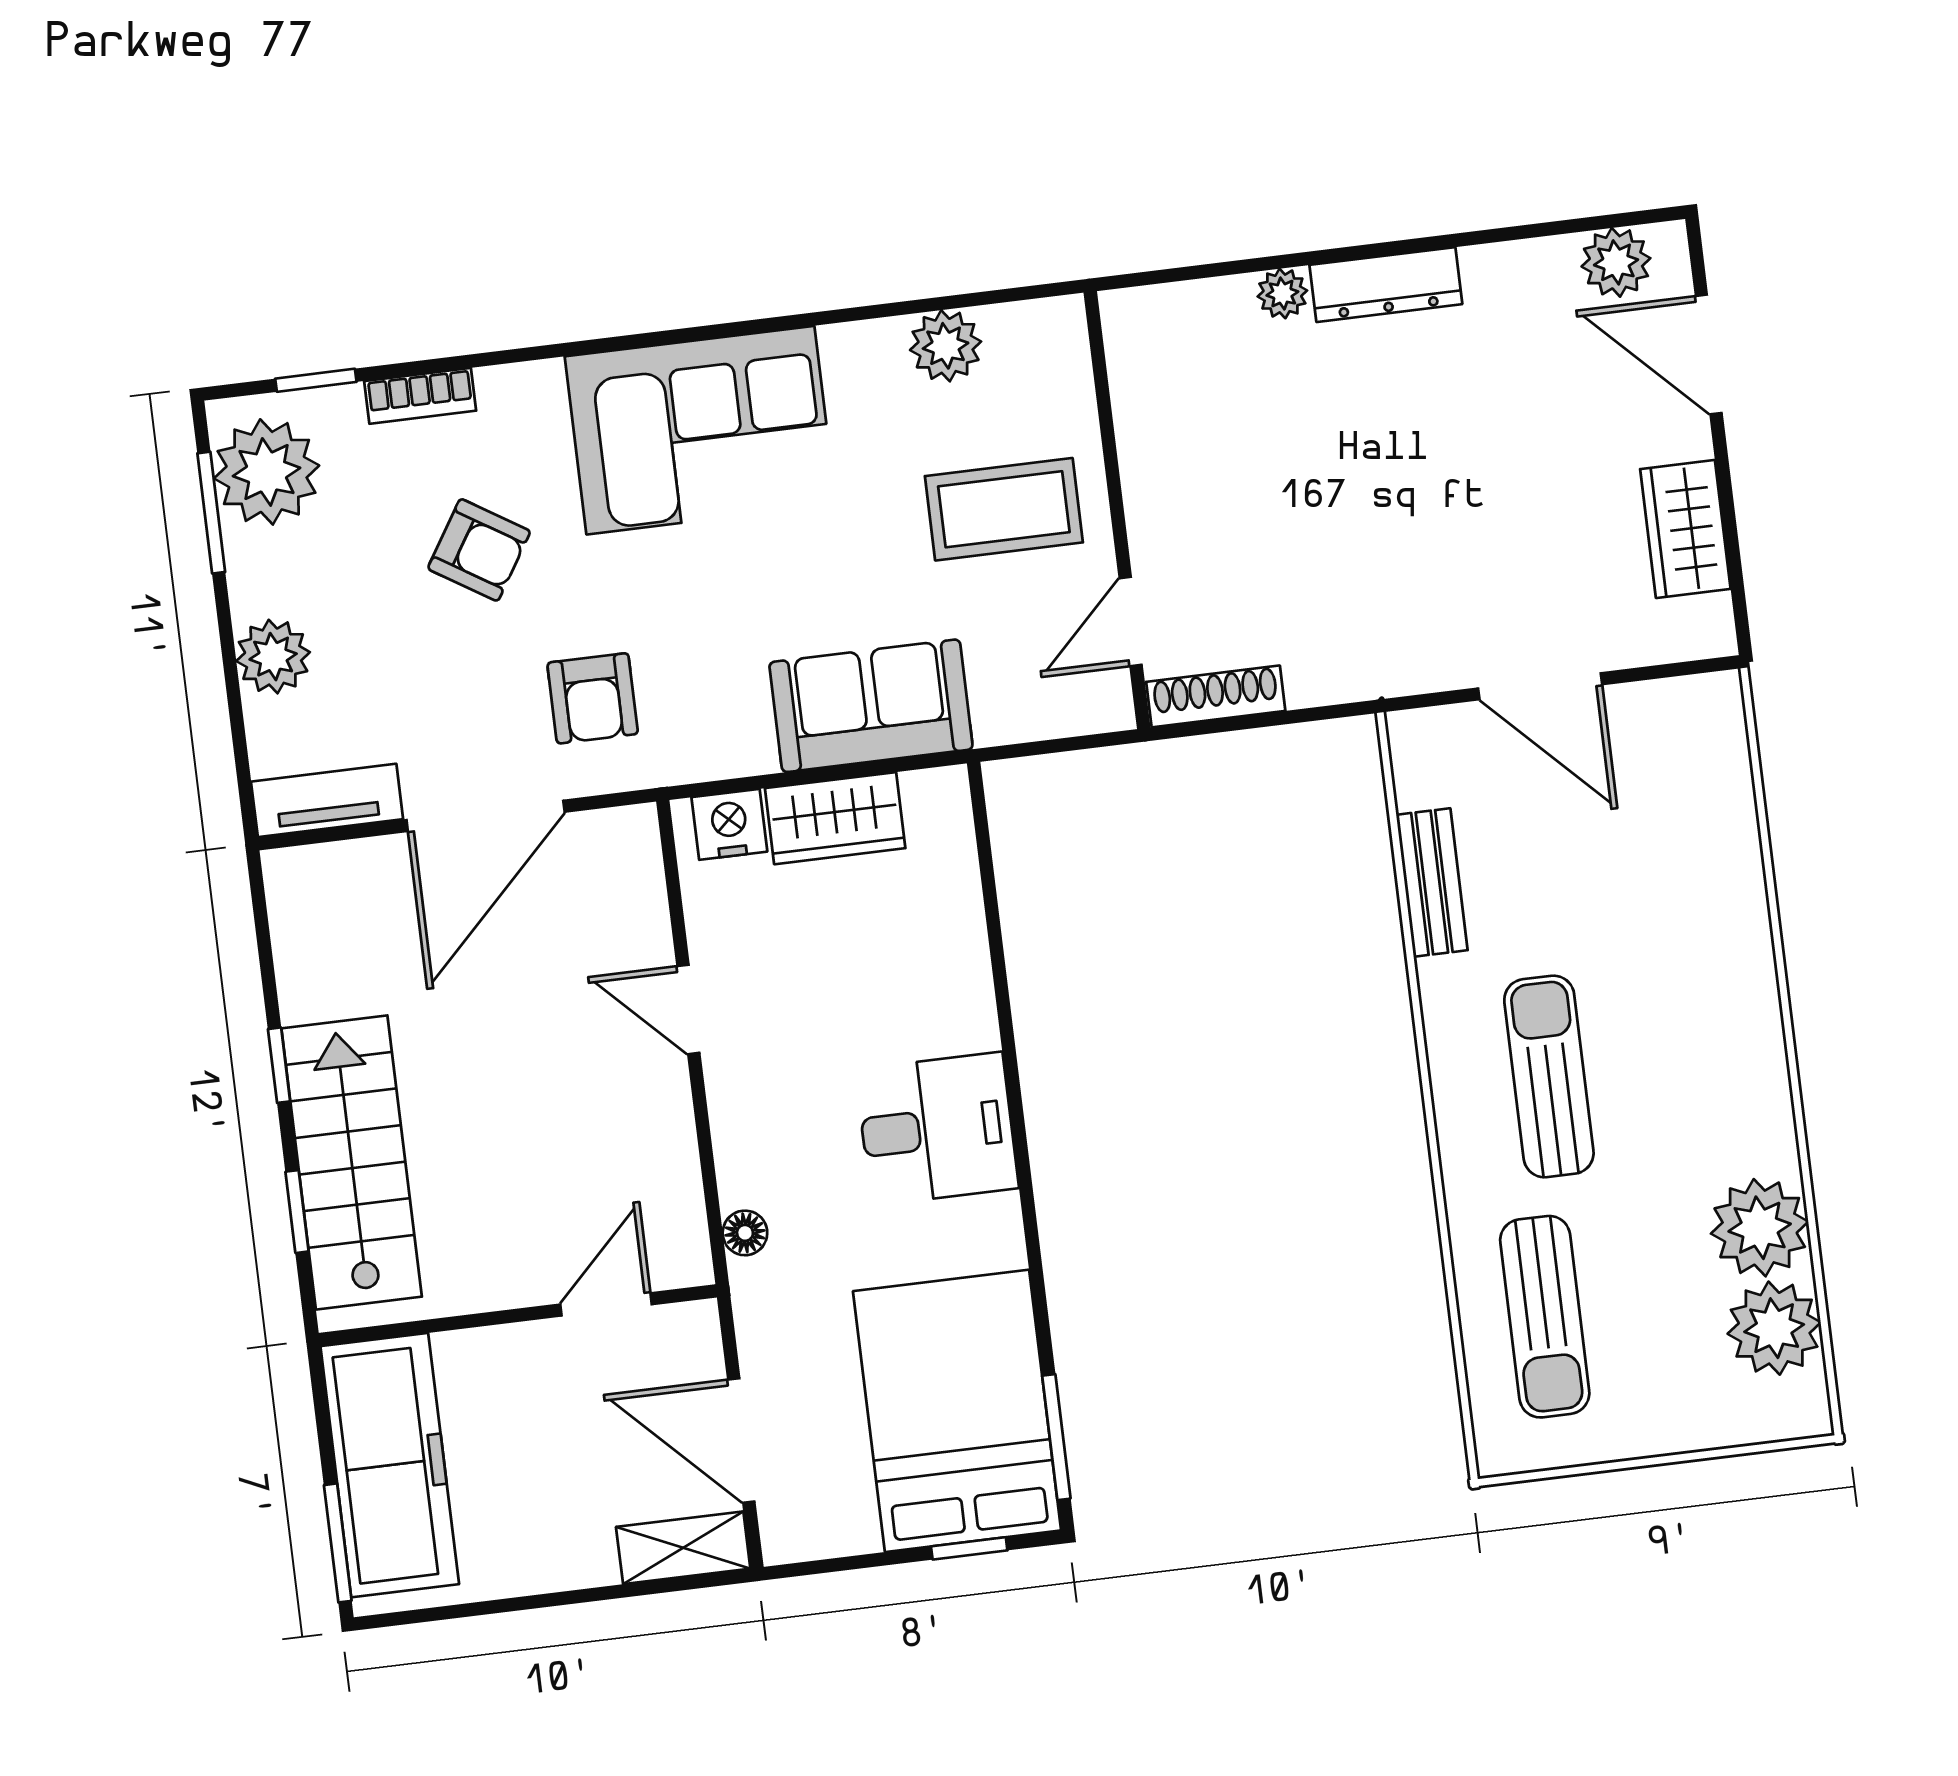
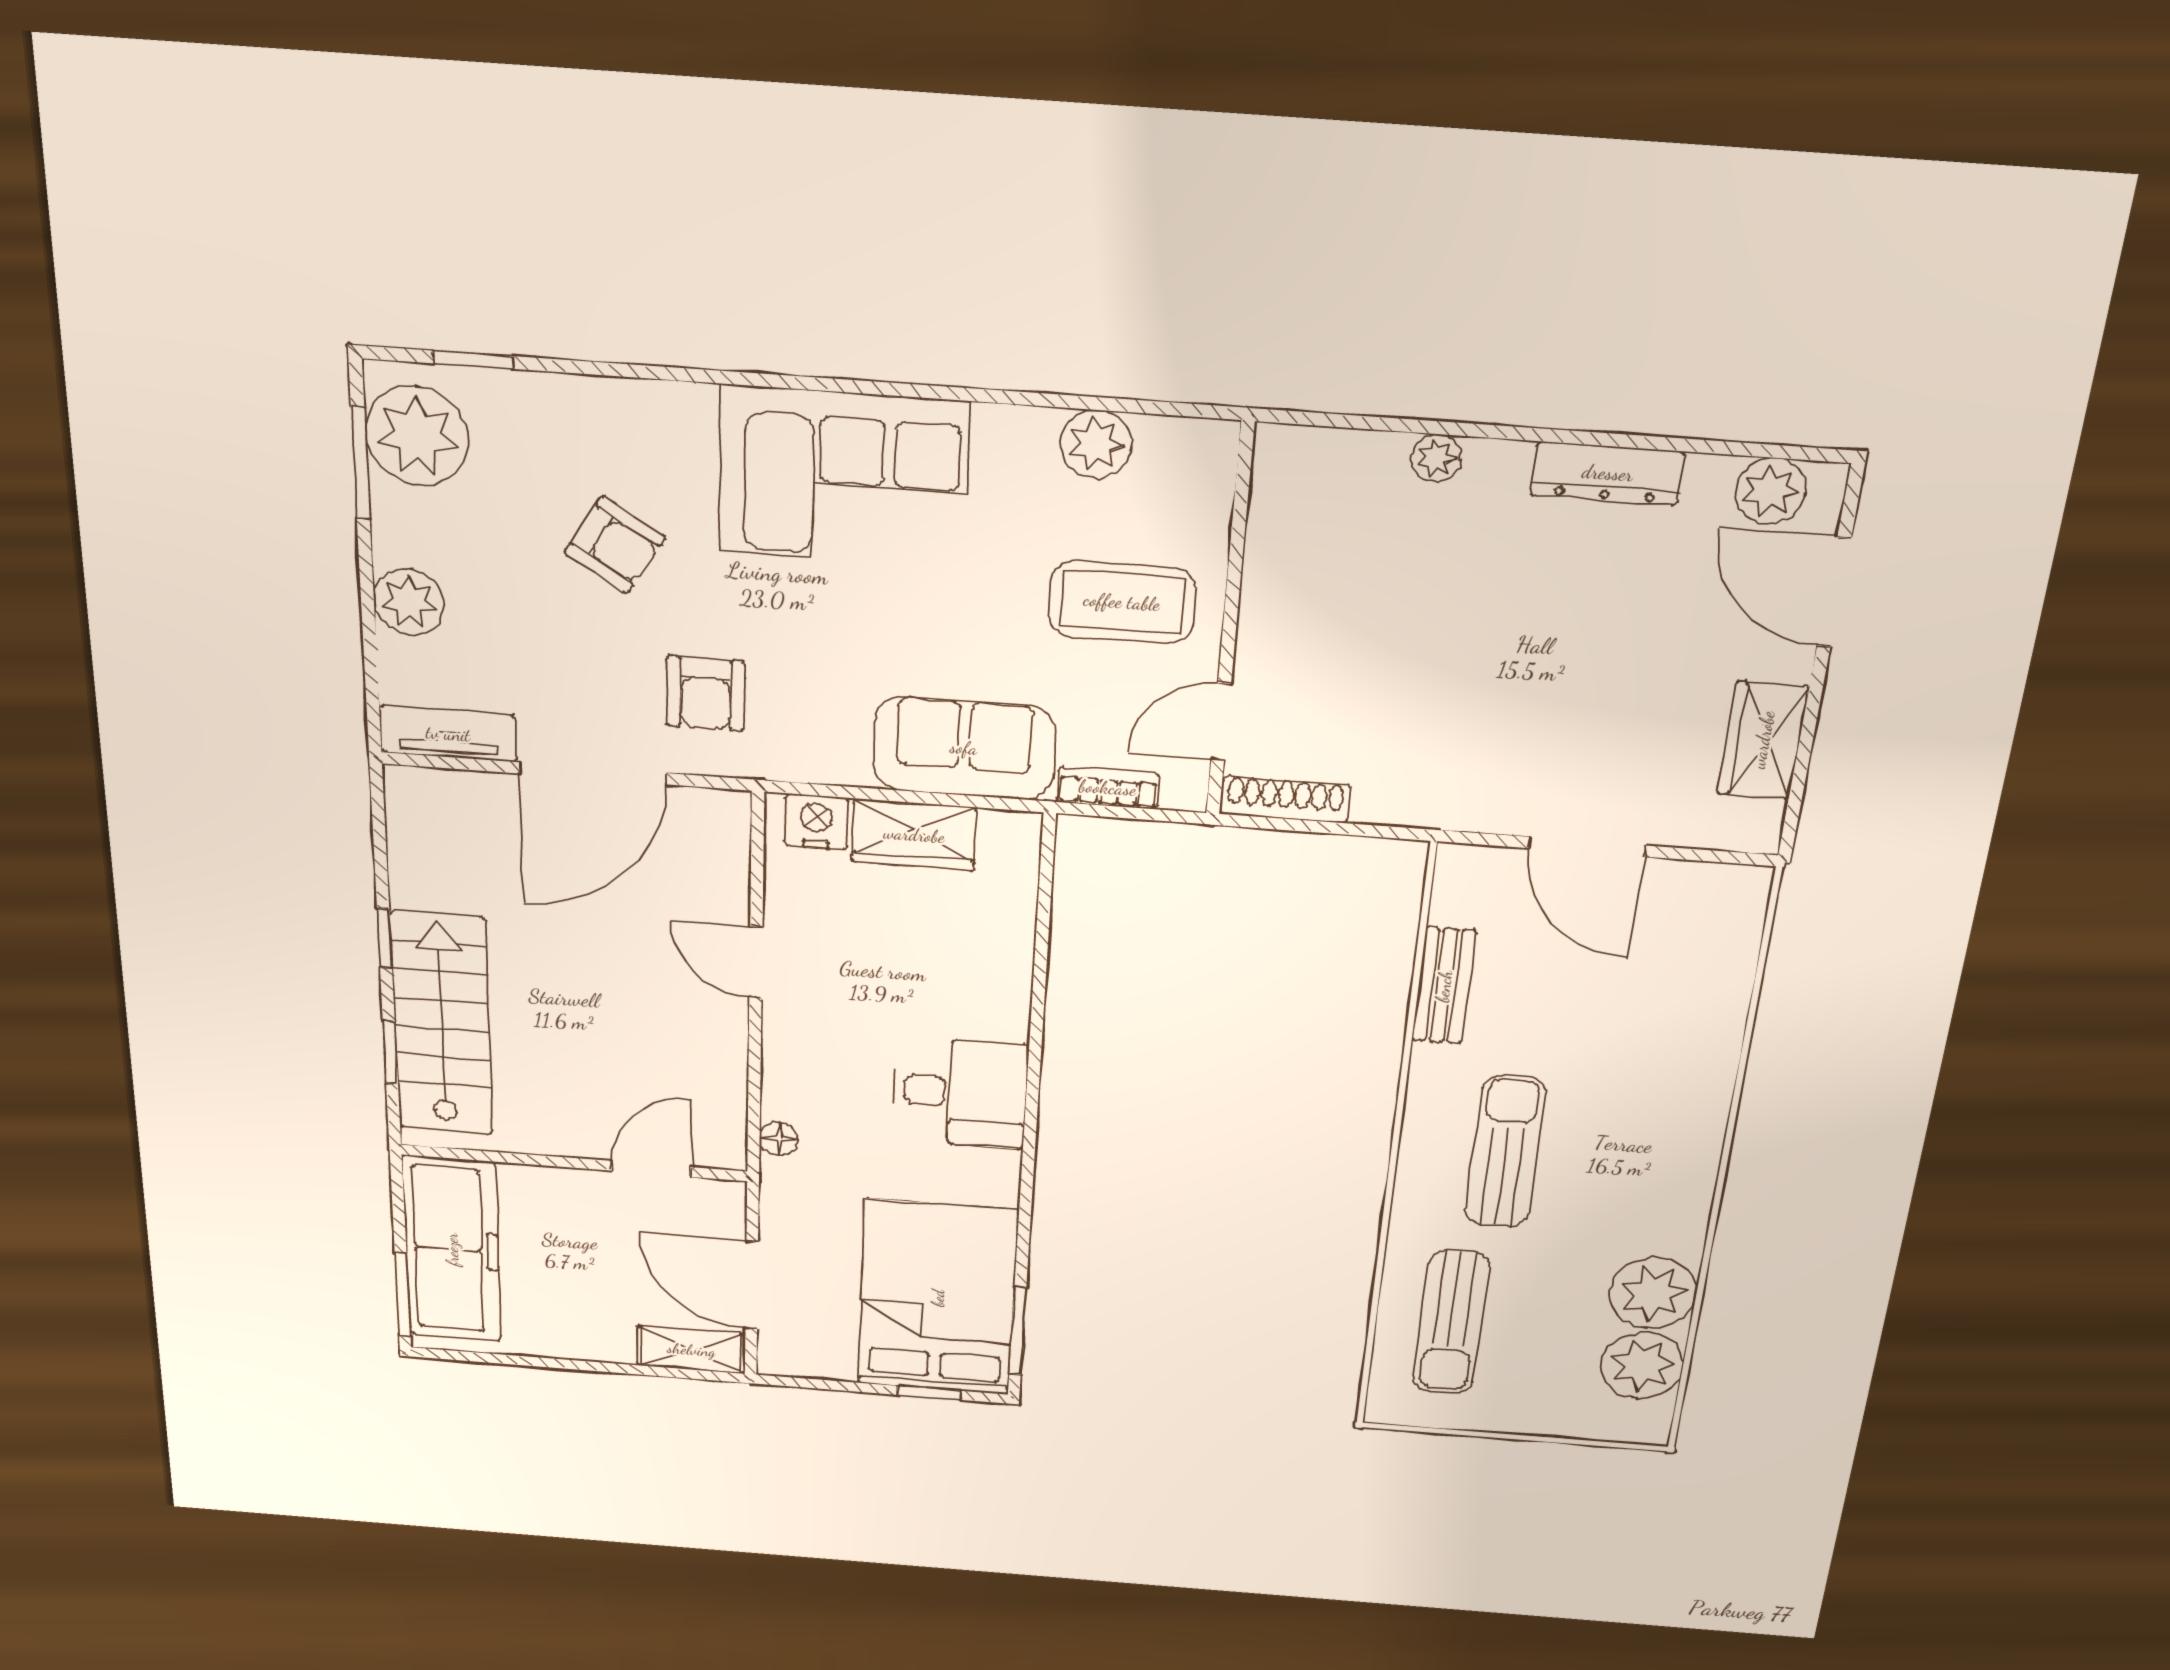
dresser: (1386, 285) -> (1608, 473), moved
bookcase: (420, 396) -> (1108, 788), moved, turned 180

